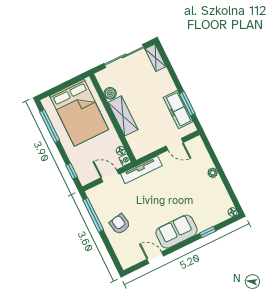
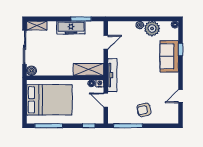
boiler: (110, 93) -> (31, 71), moved
freezer: (178, 110) -> (71, 28), moved
shelving: (123, 116) -> (88, 69), moved
door: (110, 176) -> (106, 100), hinge flipped
plant: (216, 189) -> (152, 29), added
sofa: (177, 232) -> (169, 56), moved

